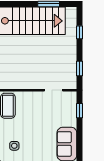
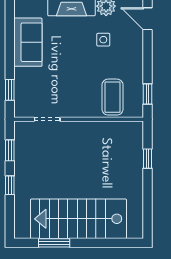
window: (80, 32) -> (10, 185), moved

